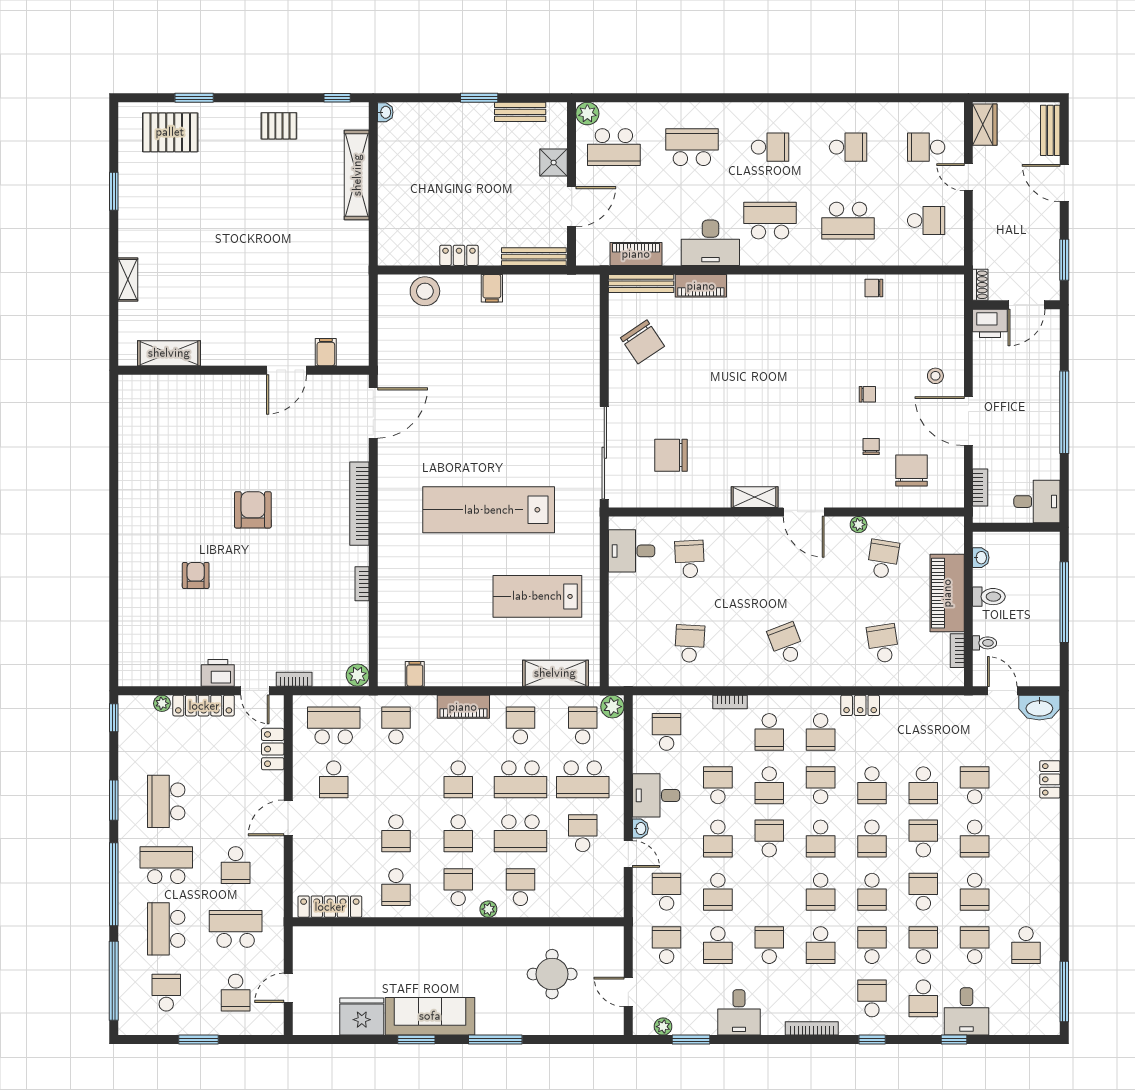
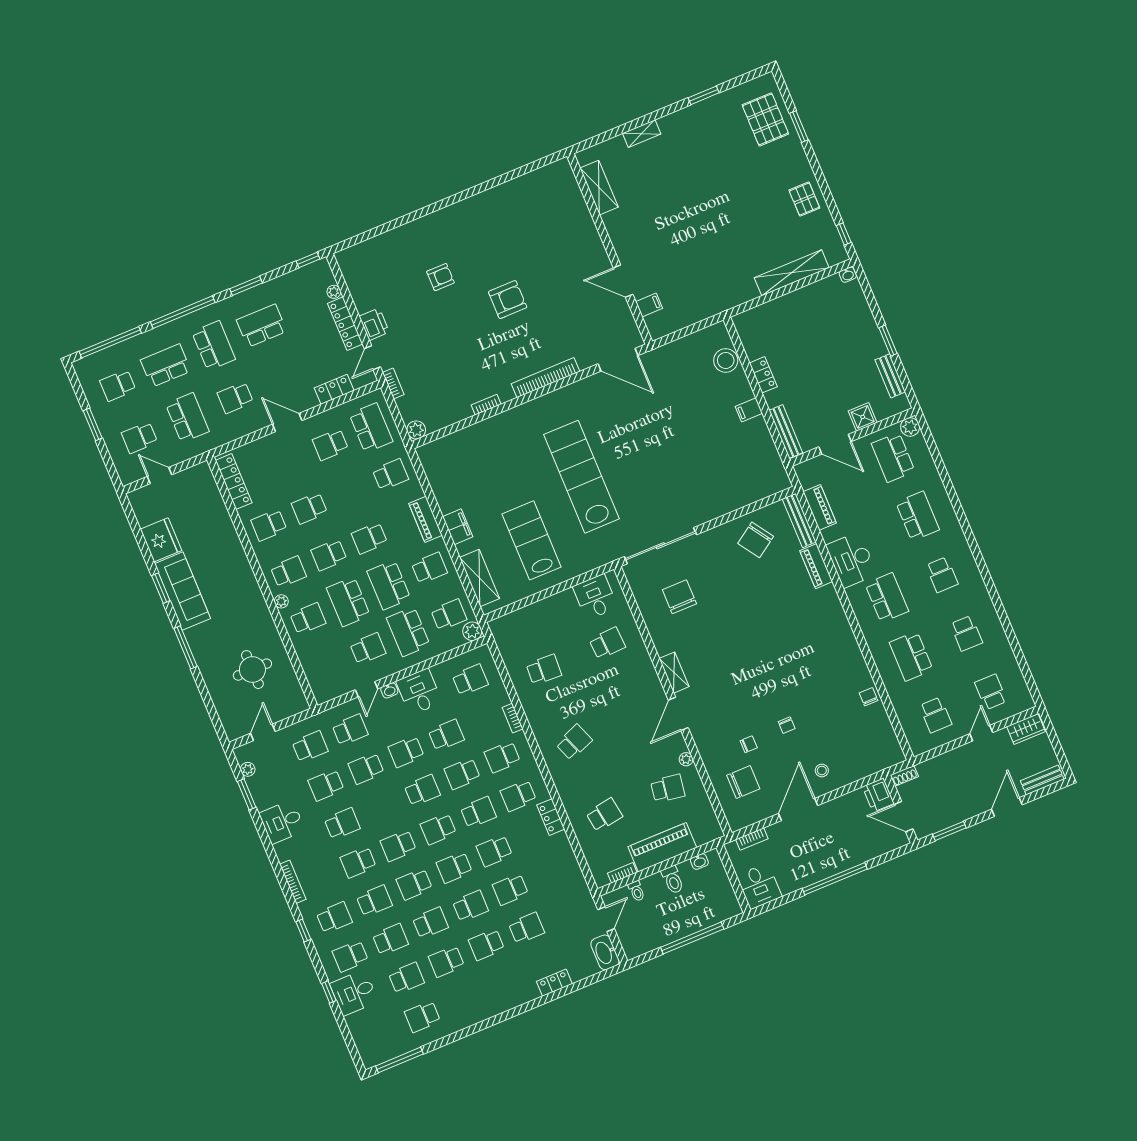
filing cabinet: (415, 674) -> (458, 527), moved, width x2.00
school desk: (166, 993) -> (118, 385), turned 180

